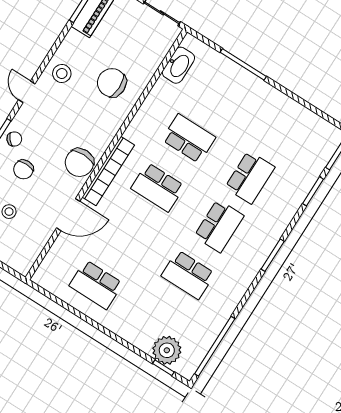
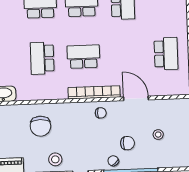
chair: (79, 163) -> (101, 113), width x0.54, depth x0.54
school desk: (158, 187) -> (83, 57), turned -90

